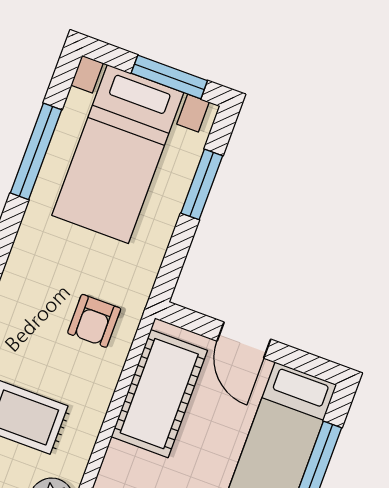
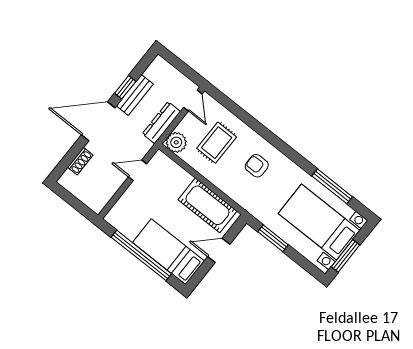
window: (202, 184) -> (273, 238), moved
armchair: (94, 321) -> (257, 166), moved

